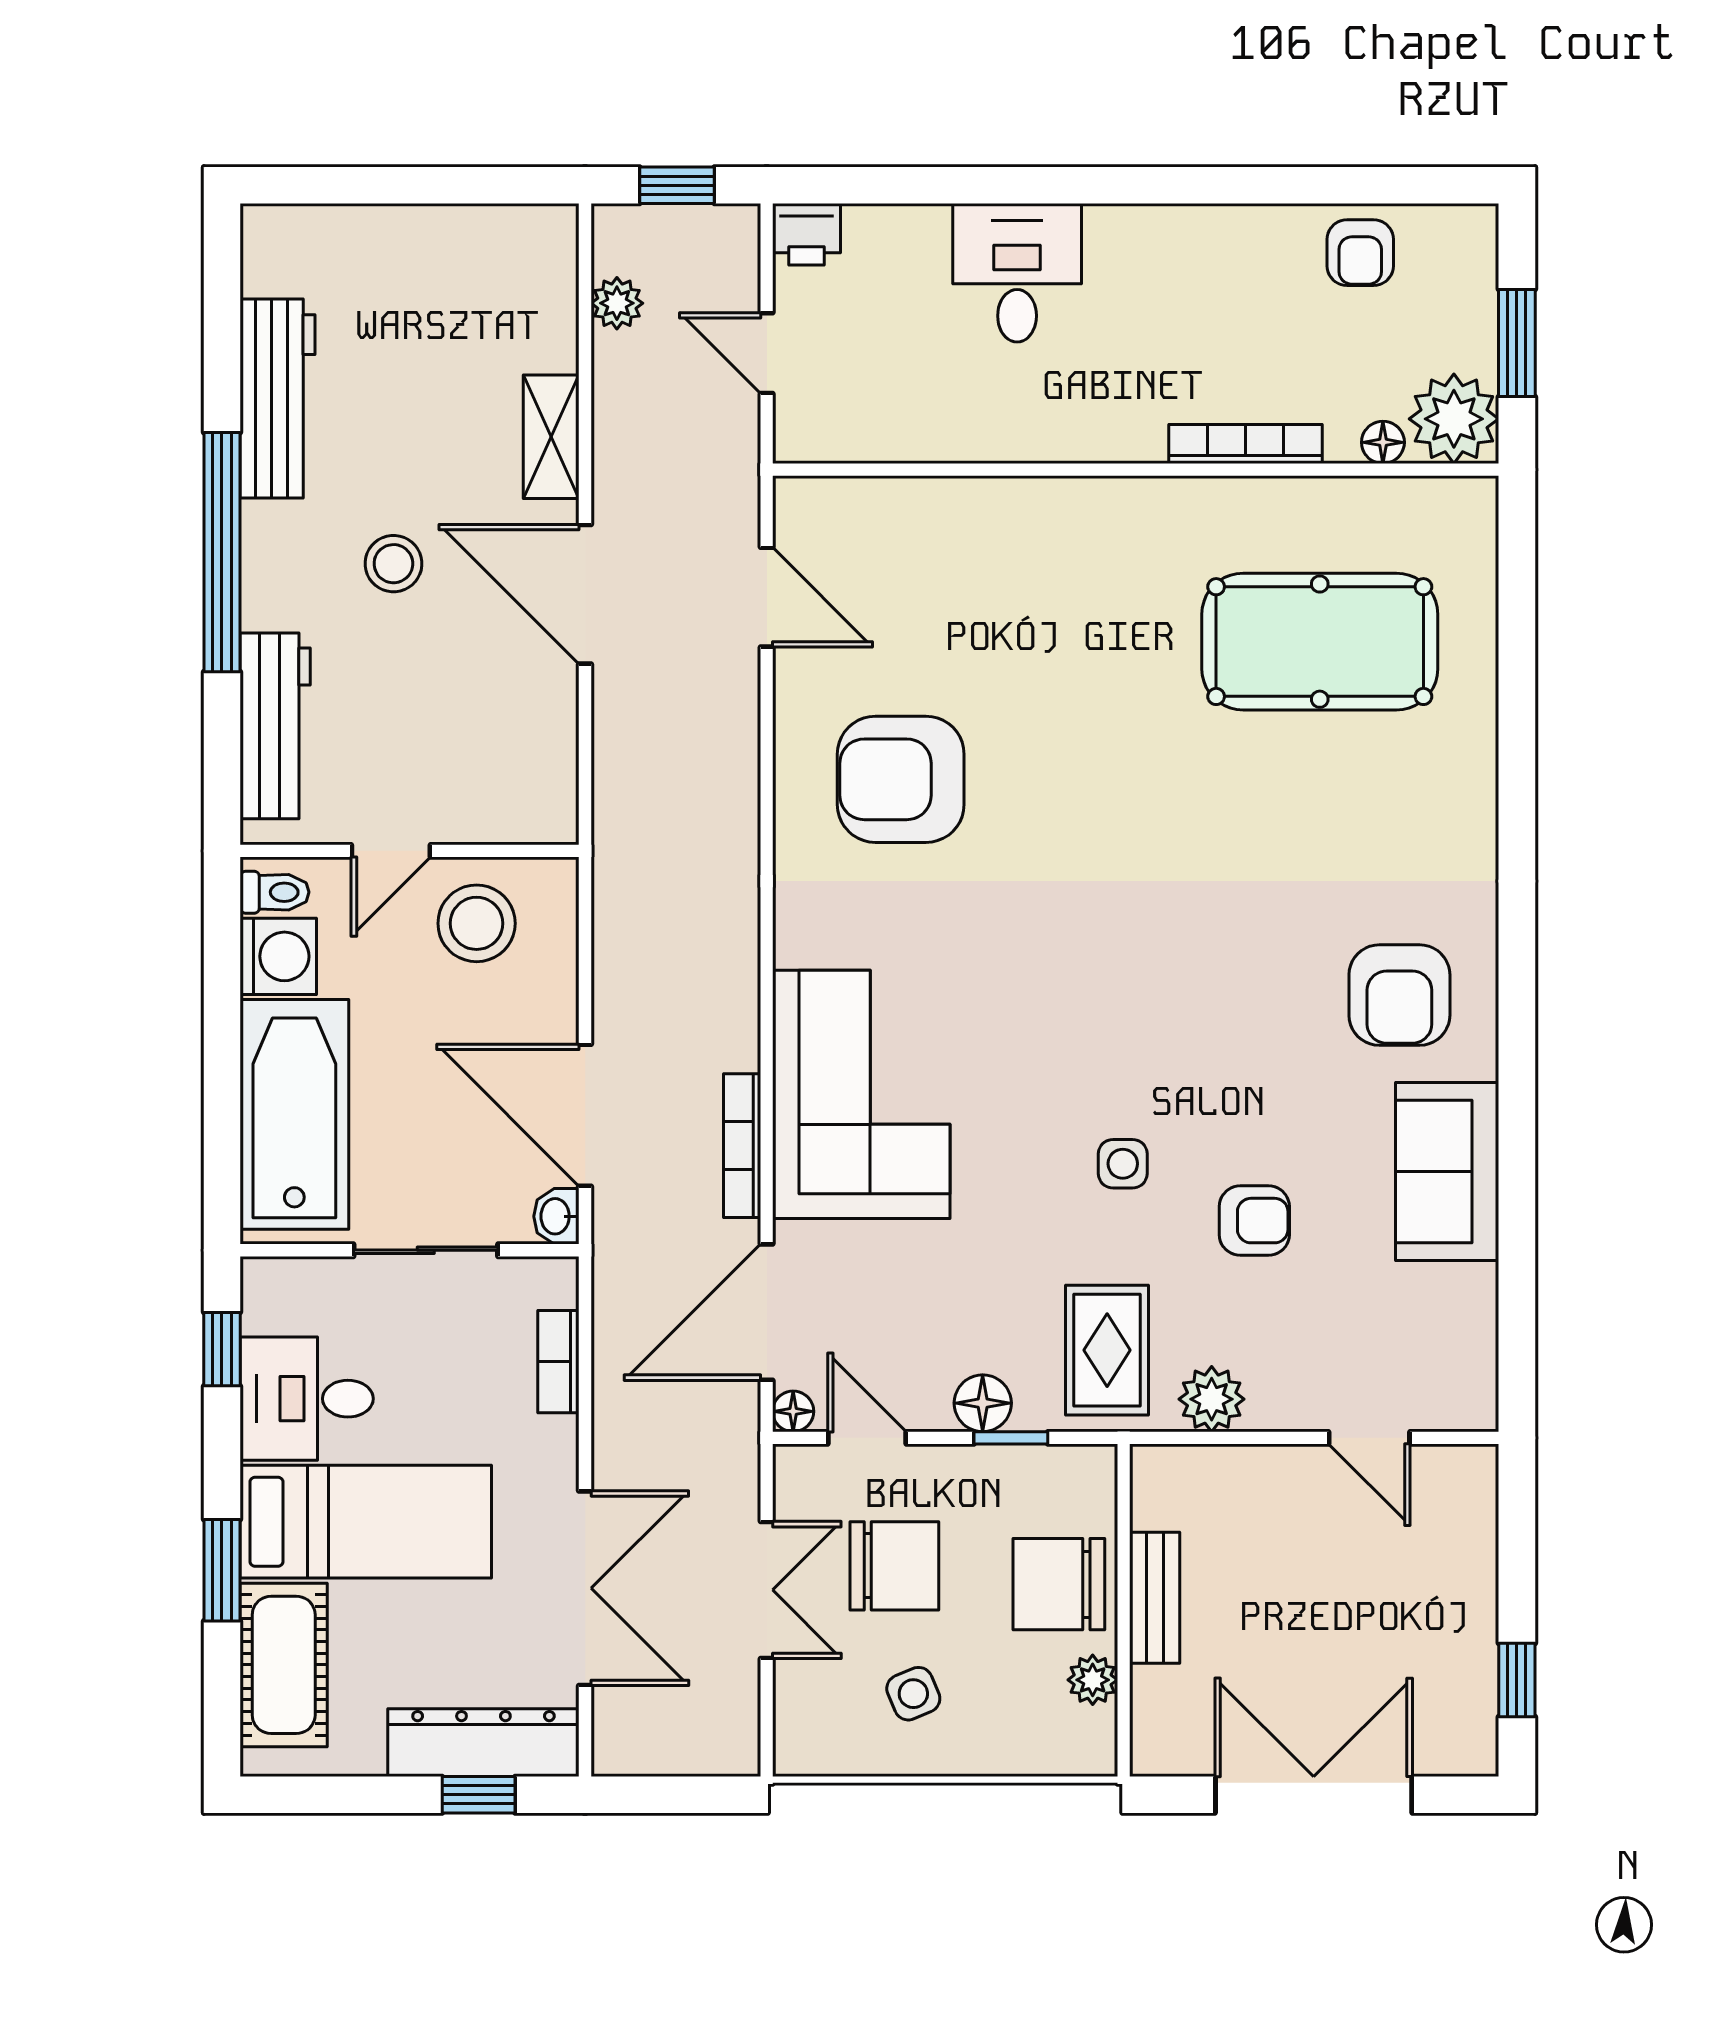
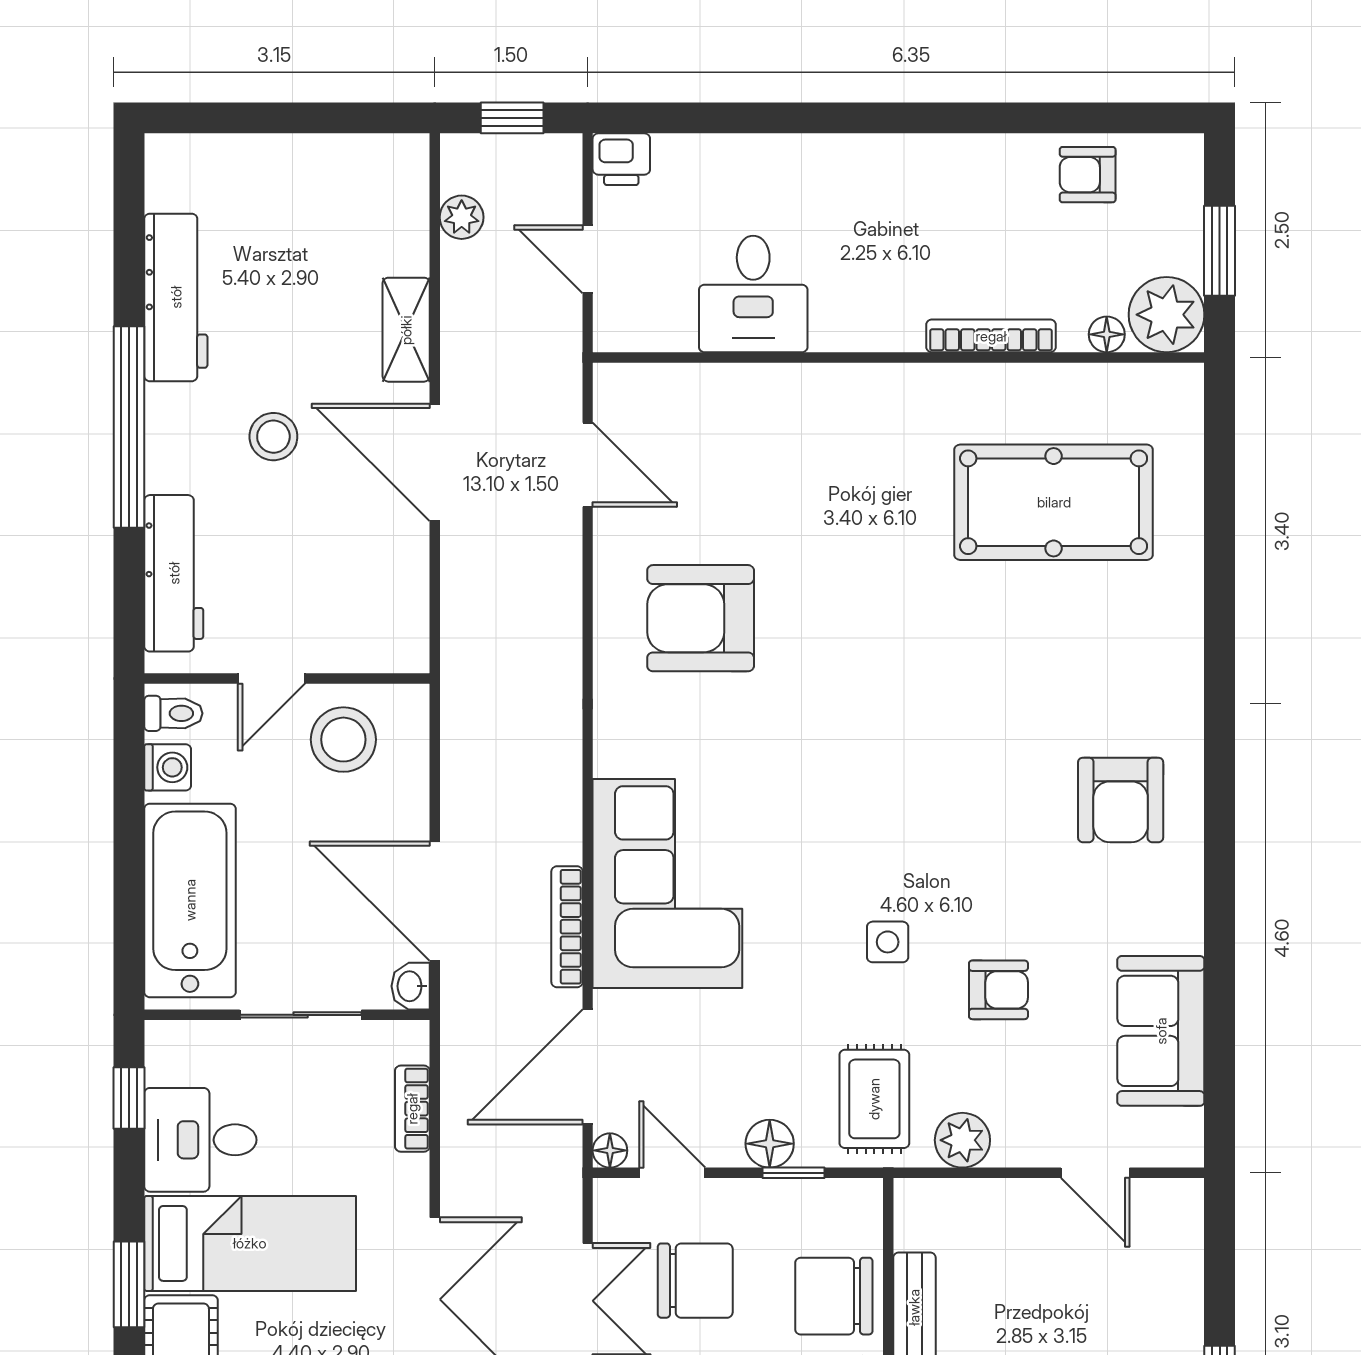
armchair: (1360, 253) -> (1088, 175), turned 90
desk: (1017, 273) -> (753, 294), moved, turned 180
washing machine: (278, 956) -> (168, 767), width x0.73, depth x0.73
sofa: (1447, 1171) -> (1161, 1031), moved

